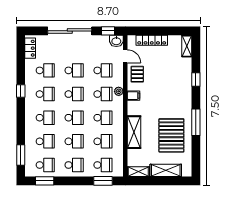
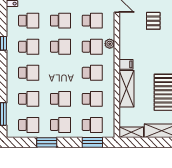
pallet: (137, 74) -> (153, 21), moved
filing cabinet: (134, 96) -> (126, 64), moved
school desk: (74, 118) -> (60, 73), removed
window: (45, 181) -> (47, 142), moved

